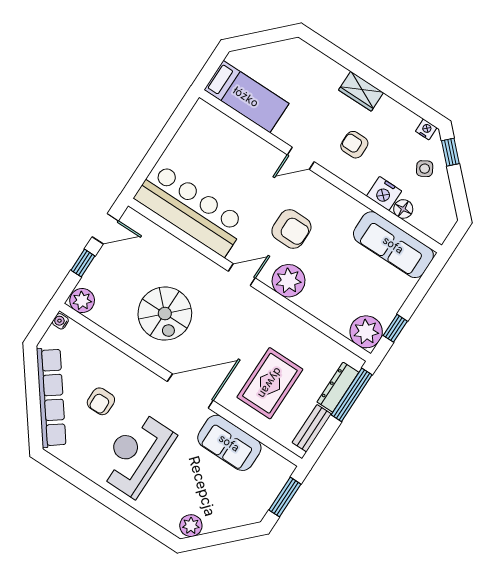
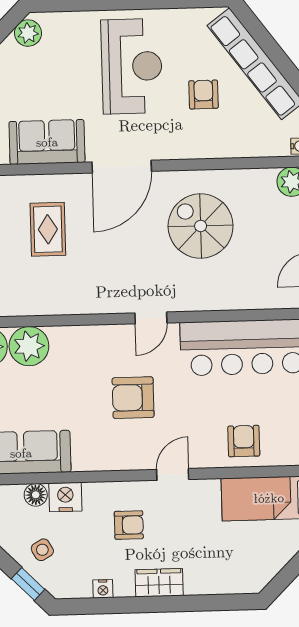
nightstand: (426, 129) -> (103, 589), moved
armchair: (237, 147) -> (244, 441), added
plant: (289, 281) -> (29, 346), moved
rug: (270, 383) -> (48, 229), width x0.73, depth x0.70

